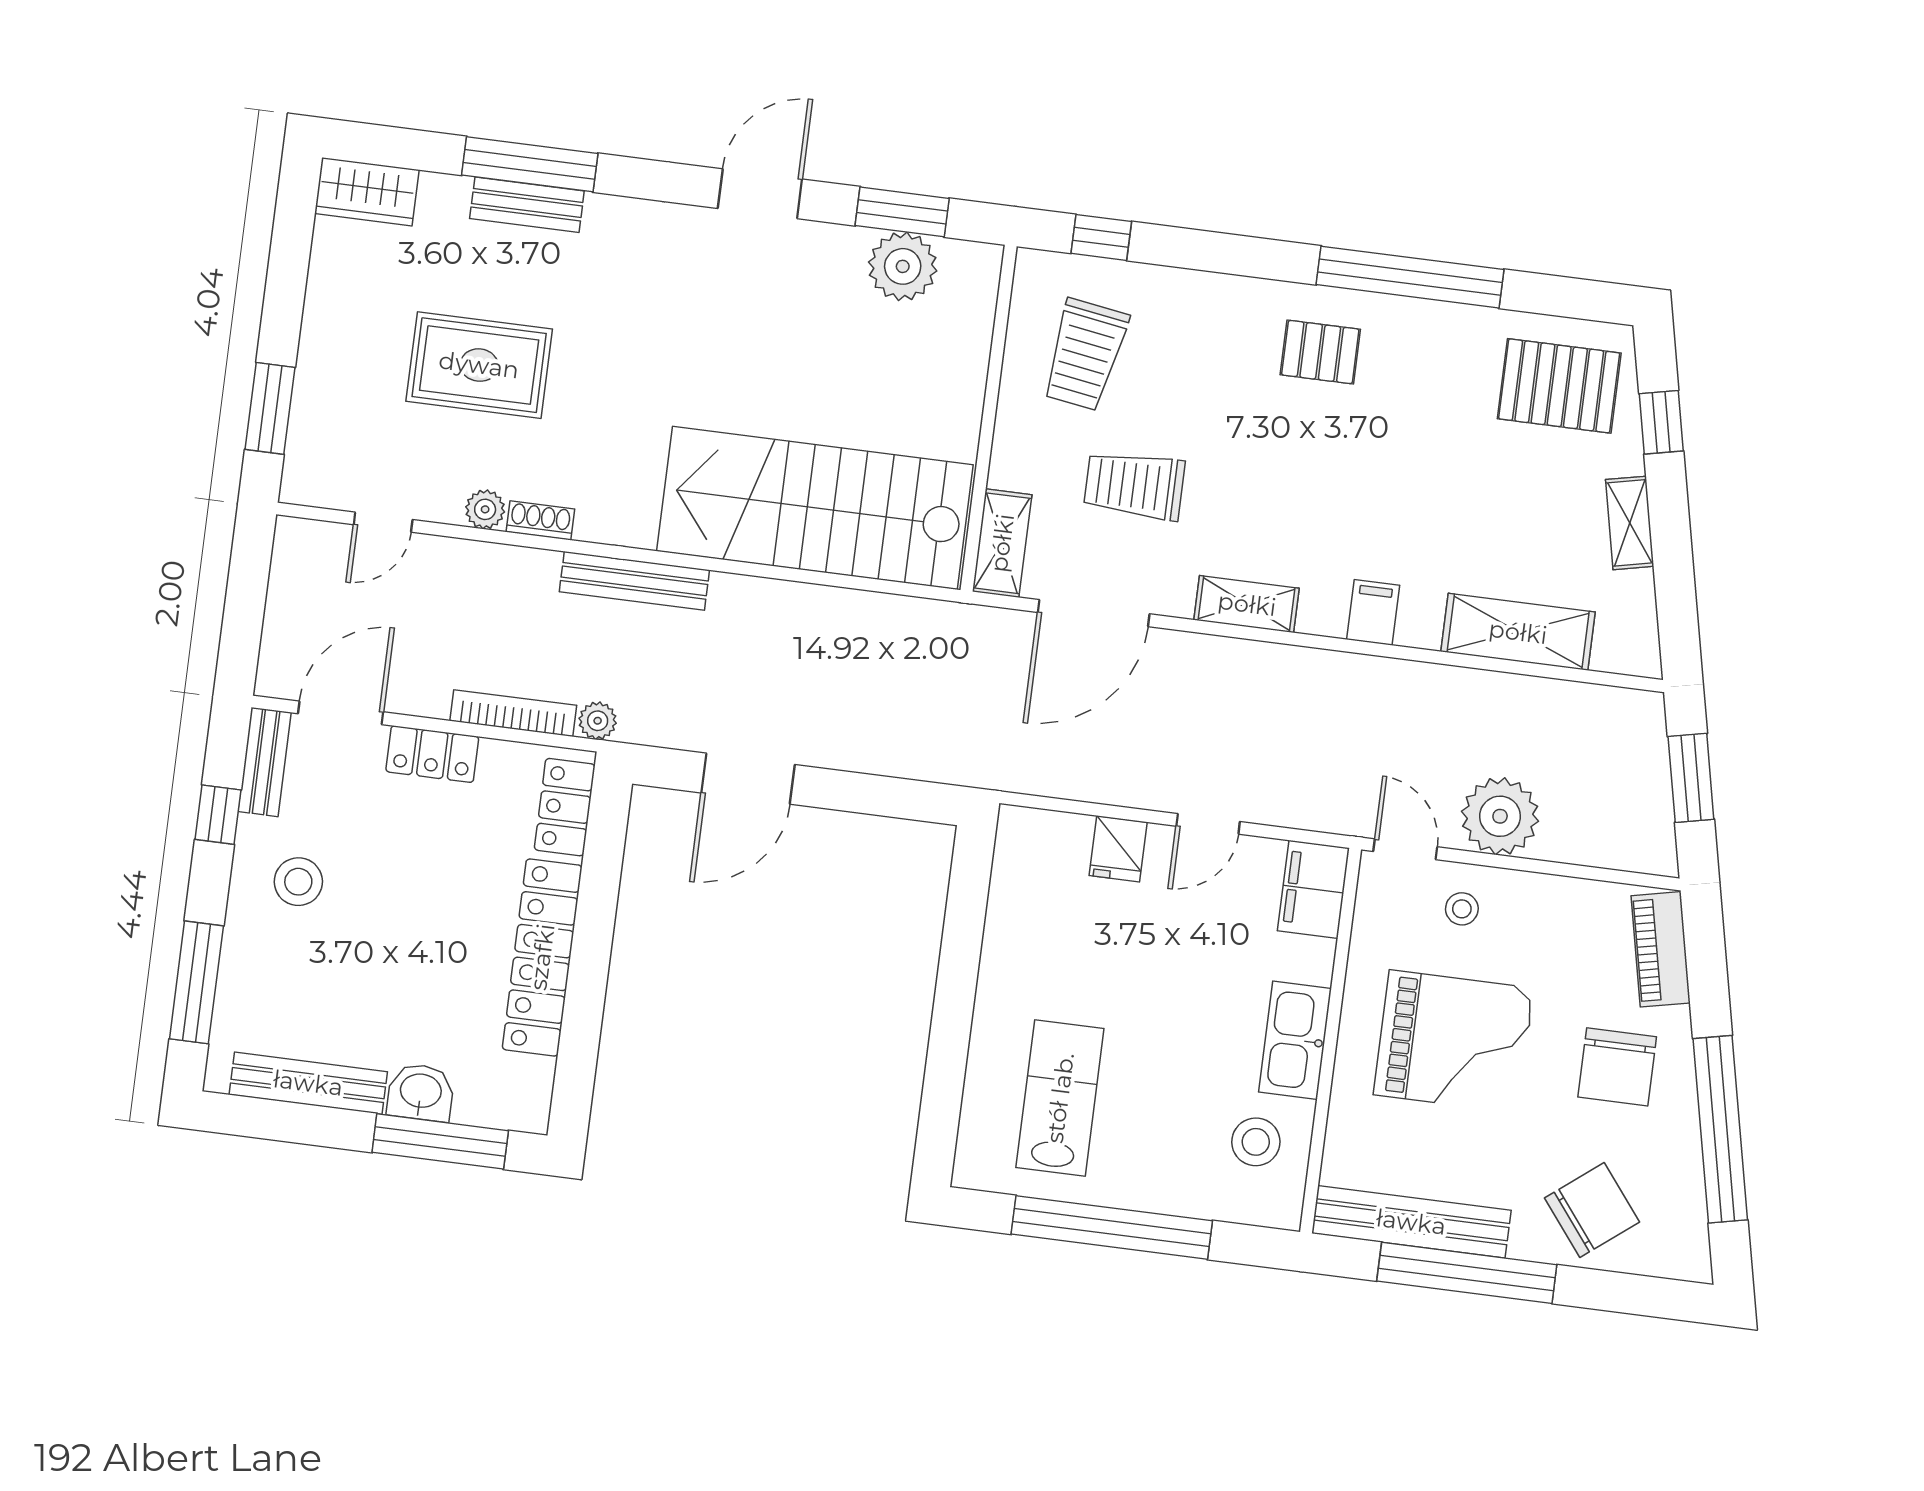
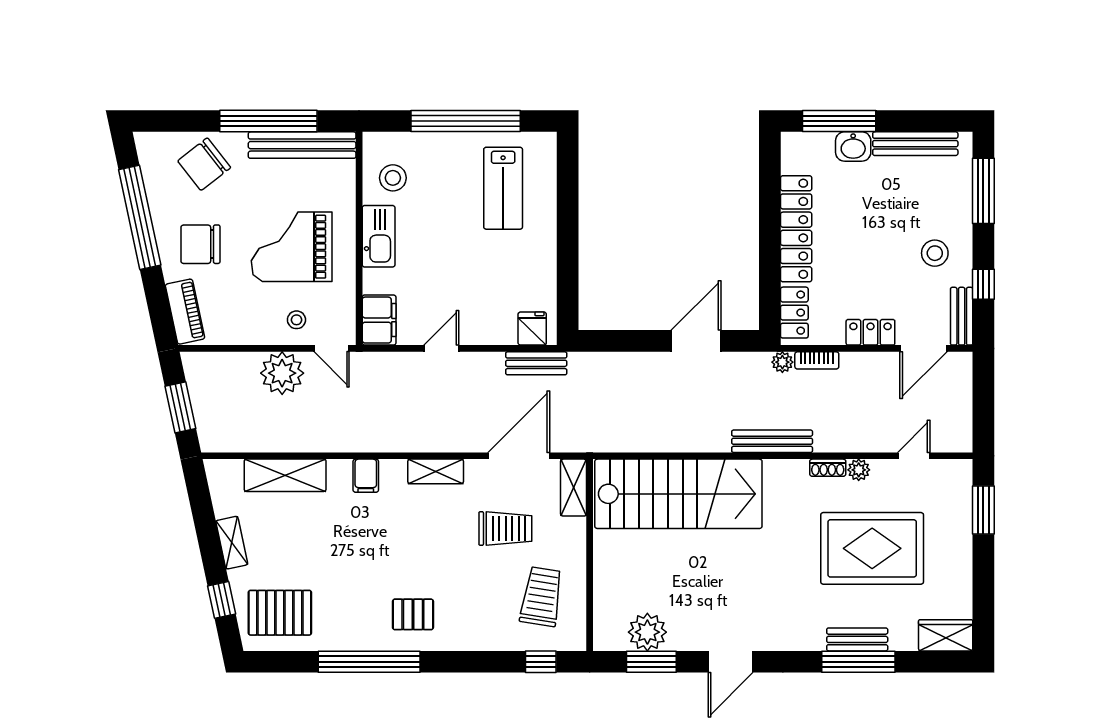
rug: (479, 365) -> (872, 548), width x1.37, depth x1.44
bookcase: (513, 713) -> (817, 360), width x0.64
bench: (1041, 775) -> (536, 363), added
fridge: (1118, 849) -> (532, 329), moved
chair: (1617, 1067) -> (200, 244), turned -90

